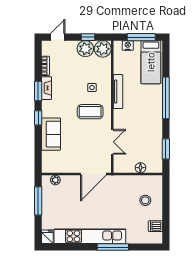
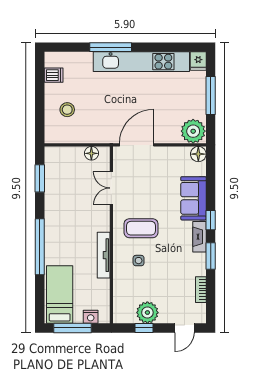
plant: (103, 49) -> (124, 312), removed
fireplace: (46, 88) -> (199, 237), moved
floor lamp: (47, 167) -> (198, 154), added
floor lamp: (140, 168) -> (91, 153), moved
plant: (55, 180) -> (193, 131), width x1.87, depth x1.87
window: (38, 201) -> (211, 95), moved

